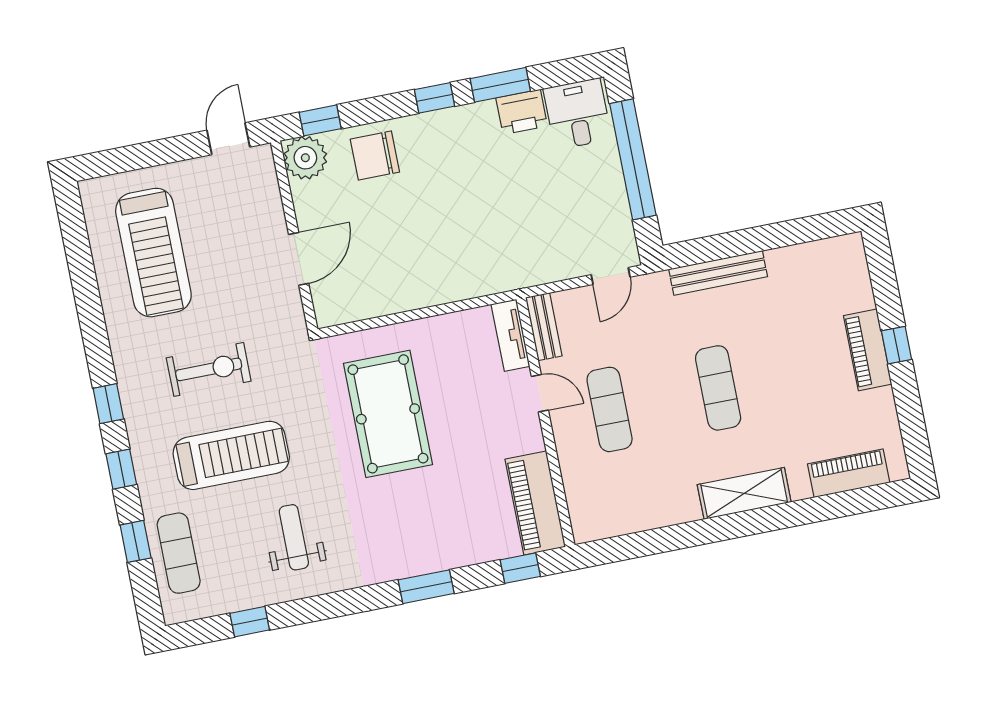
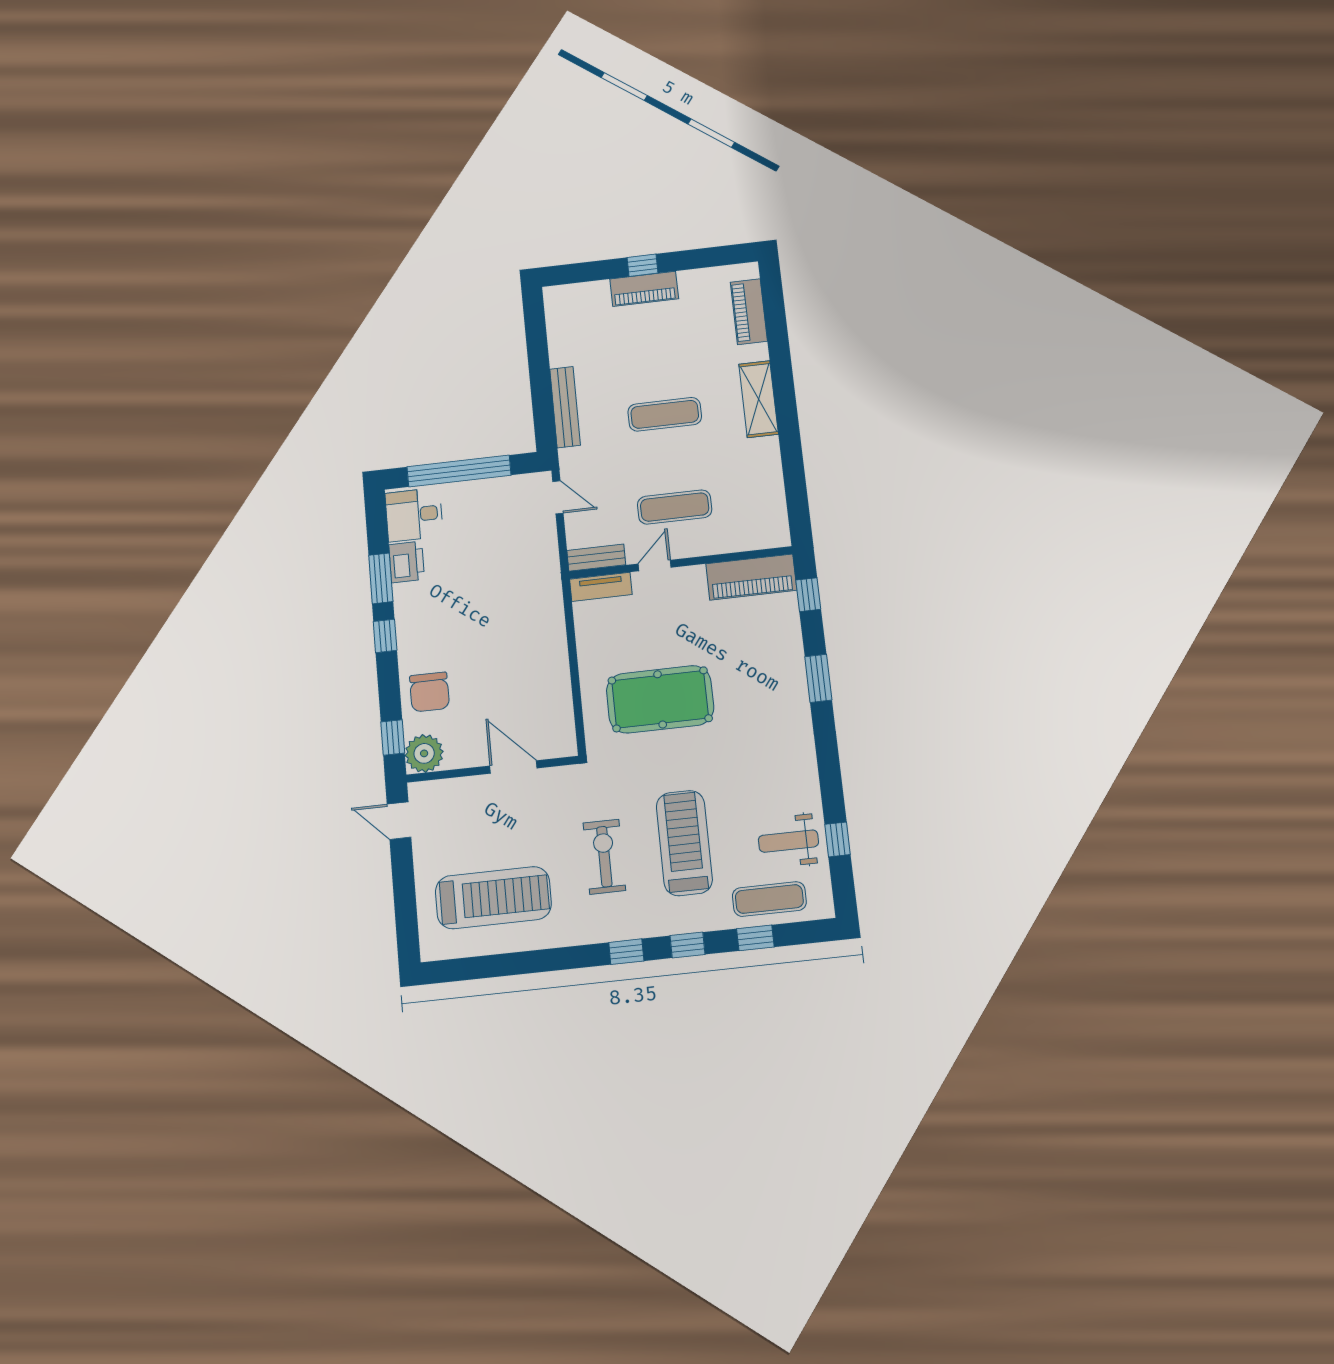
weight bench: (294, 537) -> (788, 841), moved

